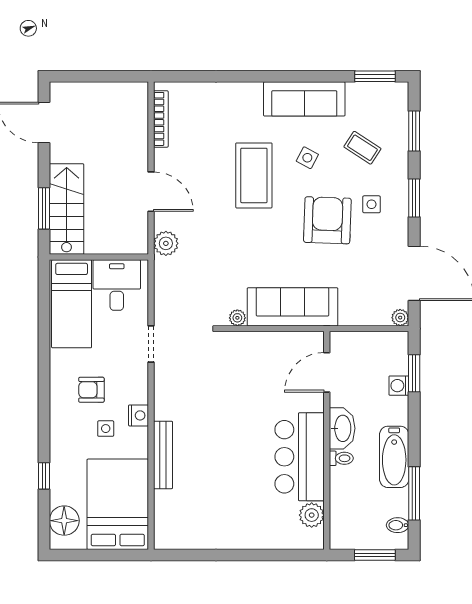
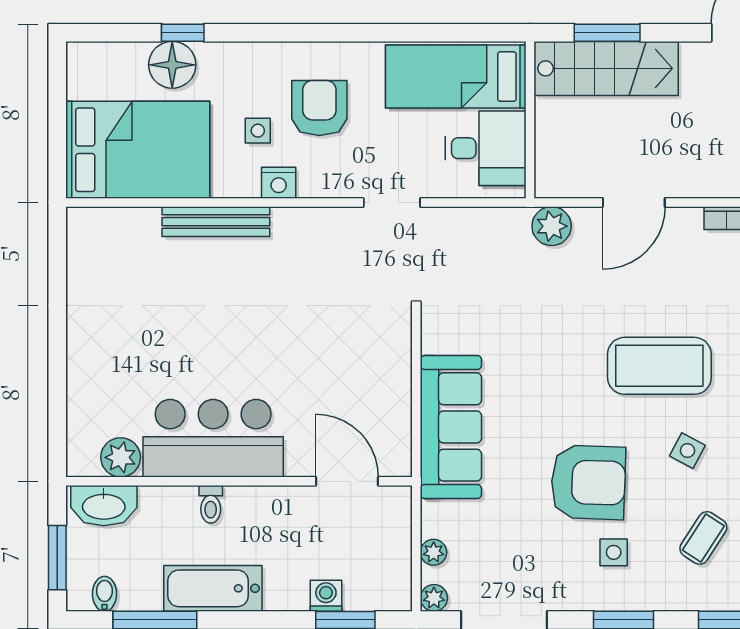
plant: (237, 318) -> (434, 552), moved
armchair: (91, 390) -> (319, 108), width x1.38, depth x1.38
washbasin: (342, 428) -> (104, 506), moved
floor lamp: (64, 521) -> (172, 65), moved

